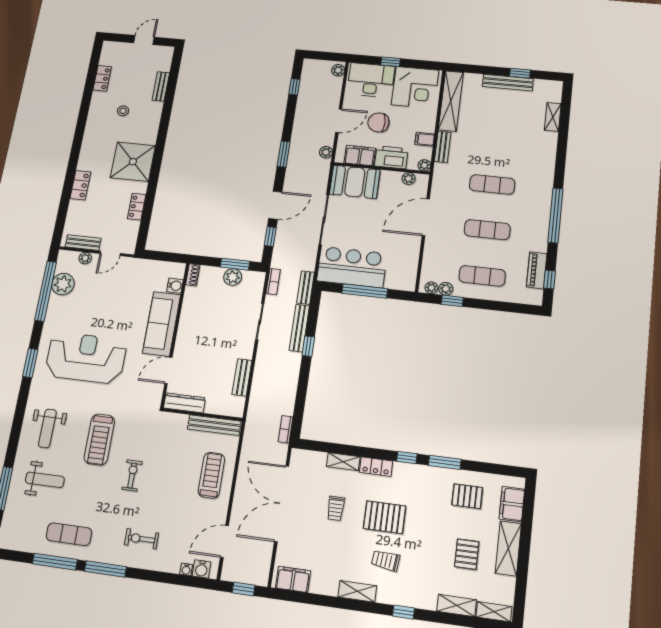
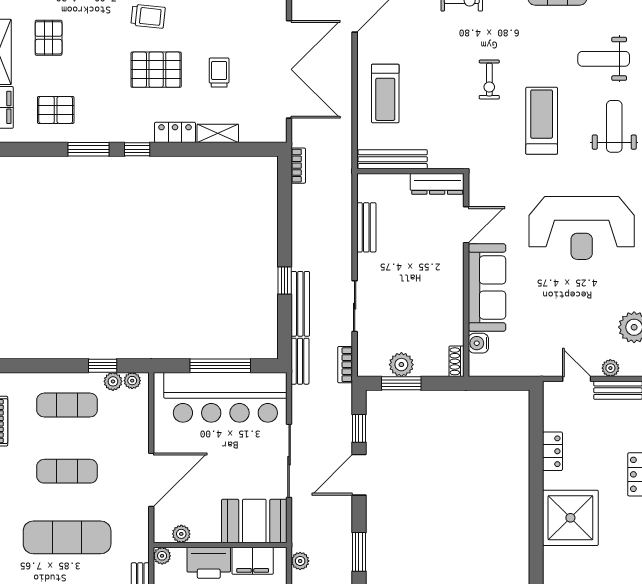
exercise mat: (492, 185) -> (67, 537), width x1.36, depth x1.45
door: (110, 253) -> (577, 379), hinge flipped
bar counter: (352, 267) -> (225, 397), width x1.36

